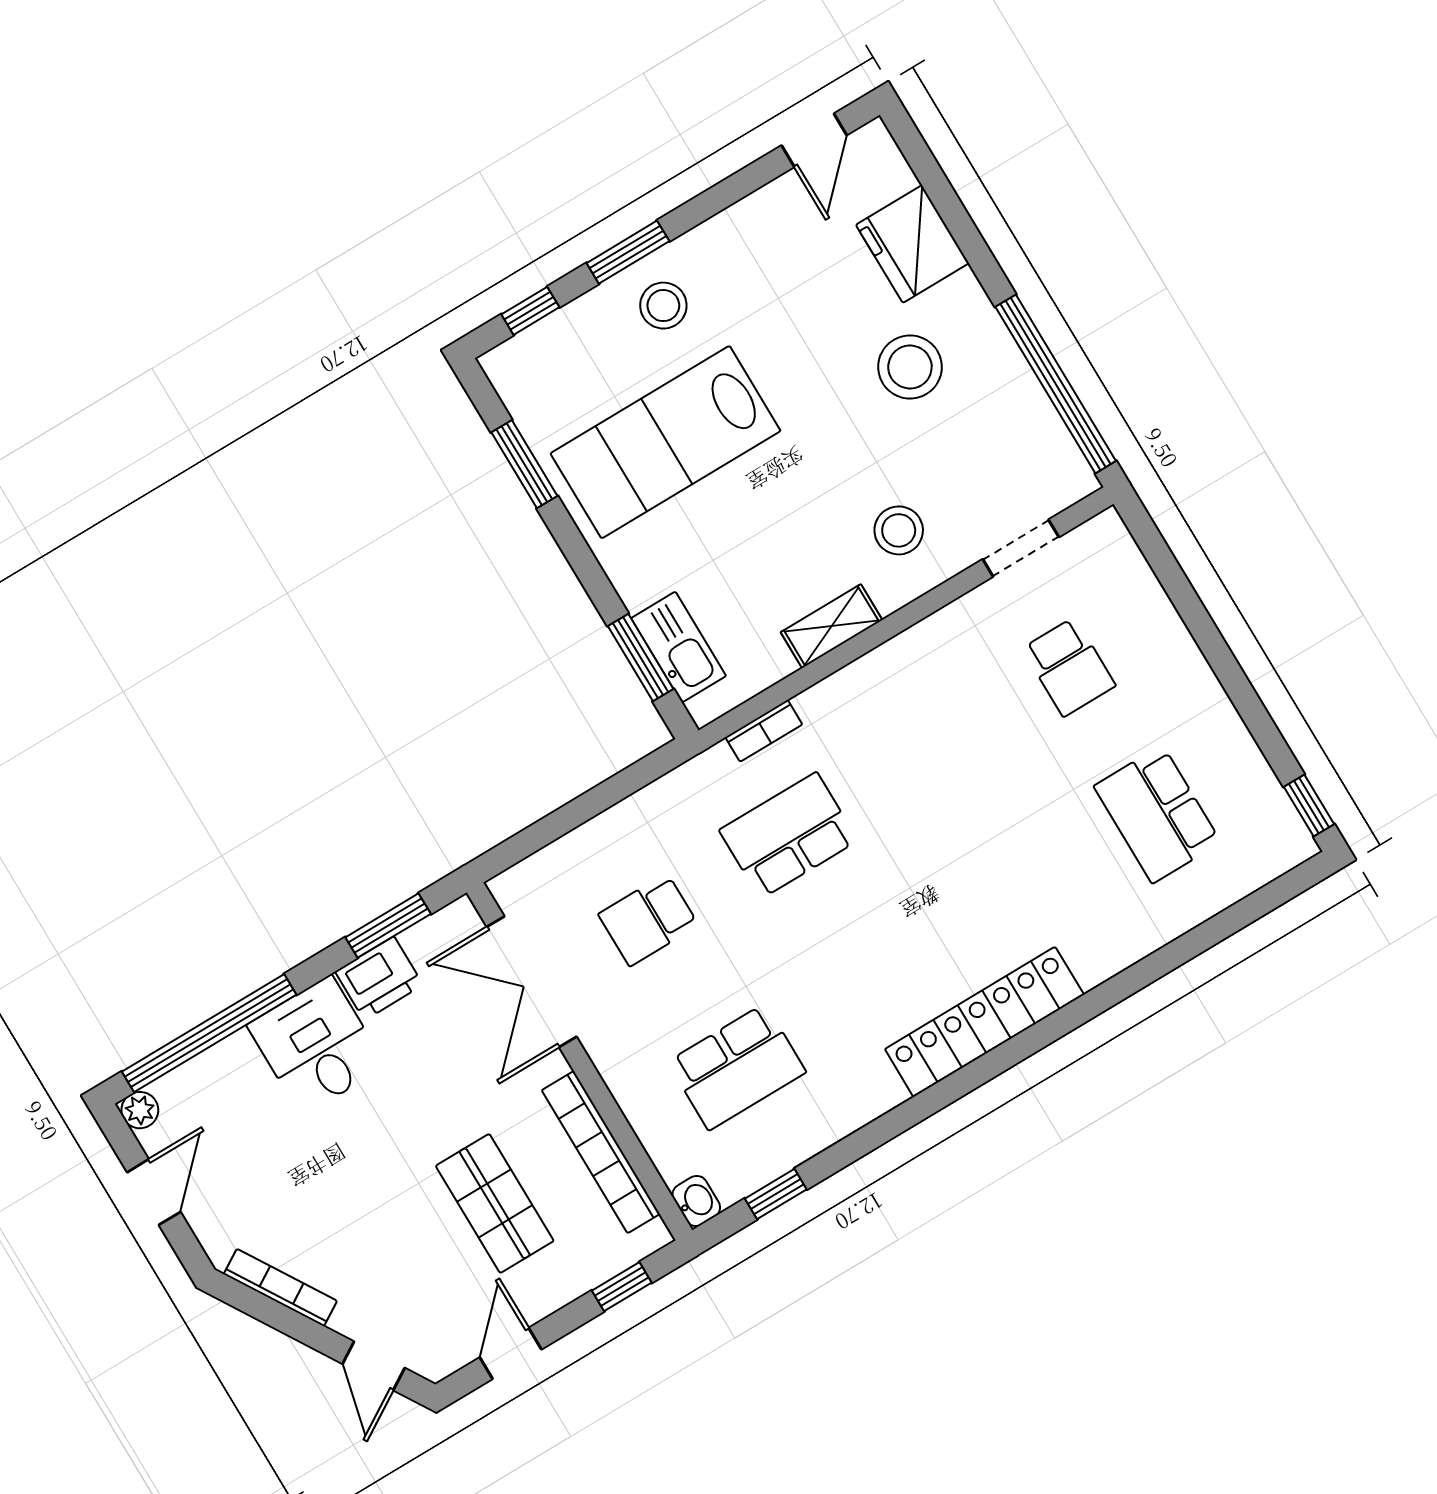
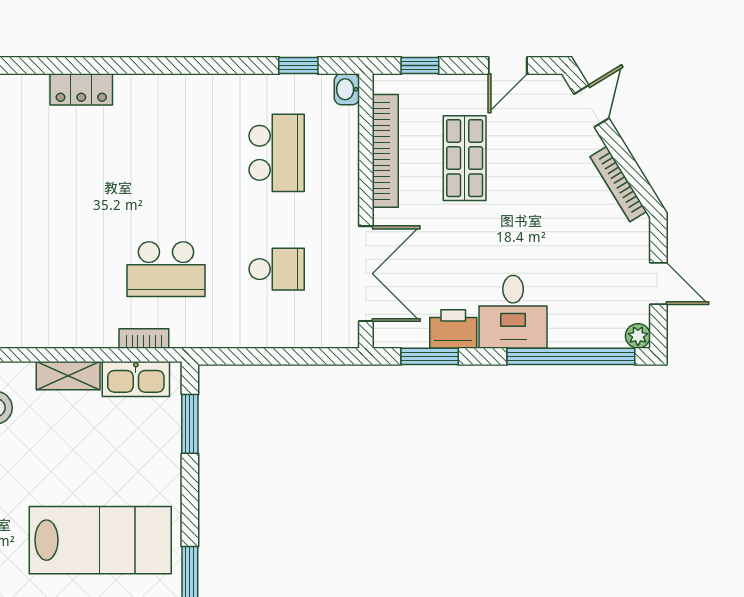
kitchen sink: (679, 647) -> (136, 379), moved, turned -90
locker: (984, 1022) -> (81, 89), width x0.46, depth x0.83
school desk: (737, 1067) -> (277, 153), turned 90
door: (154, 1192) -> (658, 283), swing flipped

